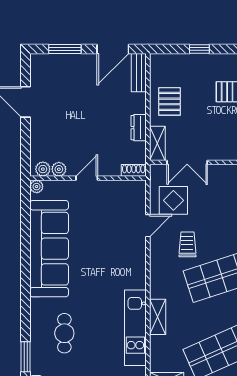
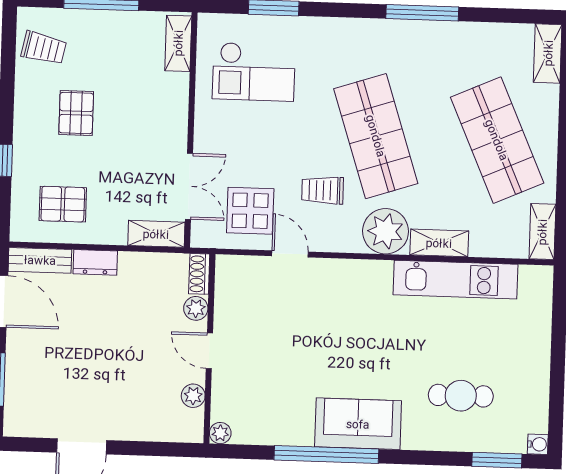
pallet: (169, 101) -> (63, 204), moved
dresser: (139, 128) -> (95, 262), moved
plant: (43, 169) -> (196, 308), moved
sofa: (49, 249) -> (358, 424), width x0.54, depth x0.79
window: (26, 252) -> (326, 454), added
plant: (164, 284) -> (386, 231), added

